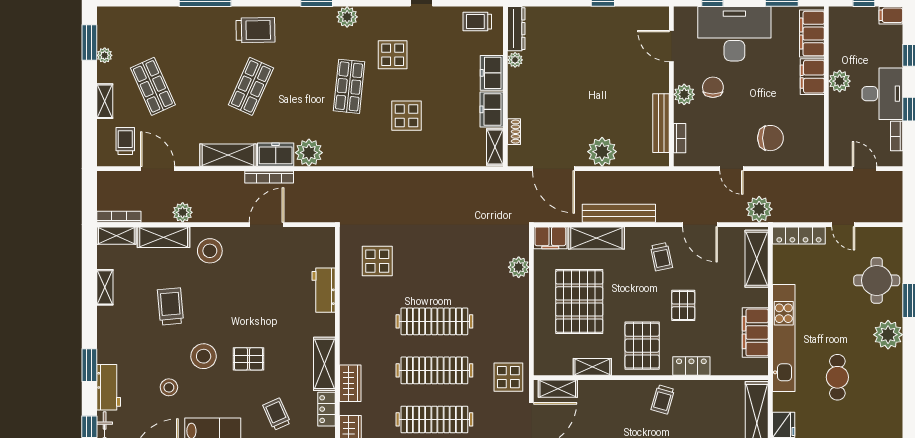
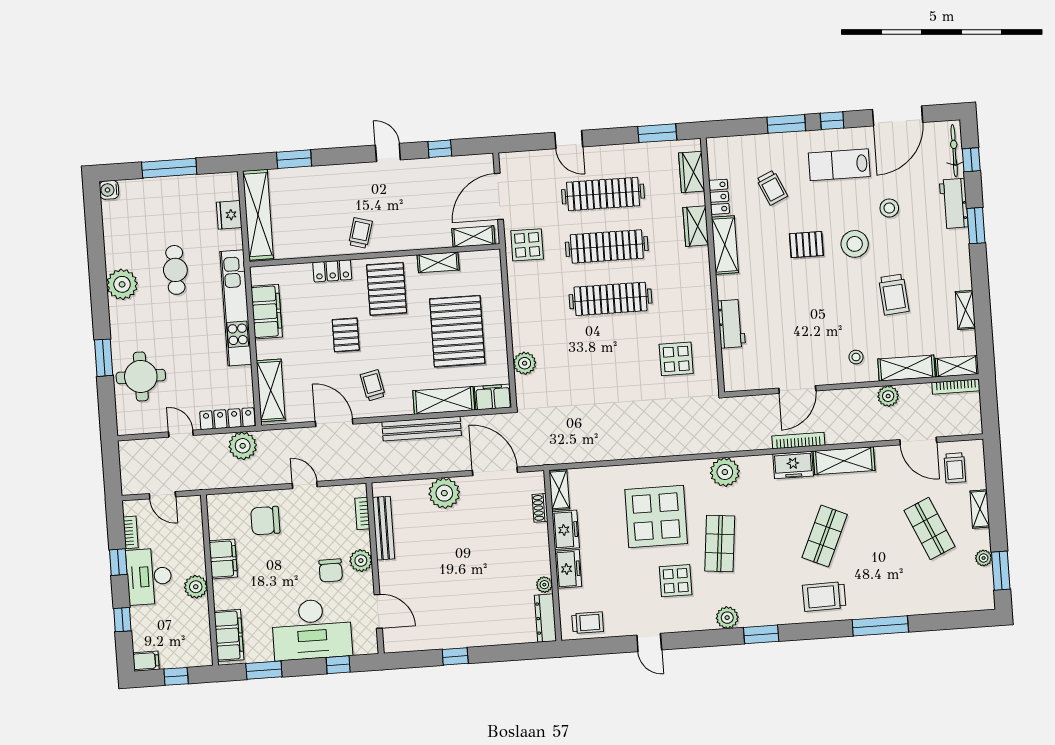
filing cabinet: (812, 77) -> (223, 559), moved
display table: (406, 116) -> (656, 517), width x1.86, depth x1.86
plant: (309, 153) -> (725, 472), moved
plant: (759, 209) -> (243, 446), moved
stool: (210, 251) -> (856, 357), width x0.53, depth x0.53
plant: (888, 335) -> (122, 284), moved

